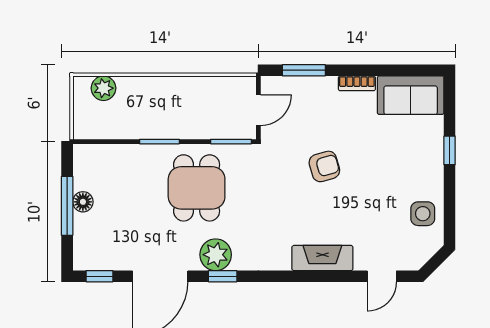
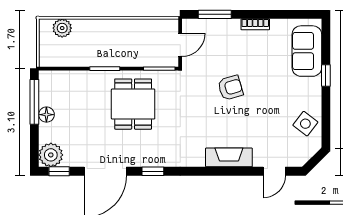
sofa: (411, 95) -> (307, 51), moved, turned 90
window: (67, 206) -> (34, 102), moved
side table: (423, 214) -> (305, 124), turned 37
plant: (216, 255) -> (51, 155), moved

